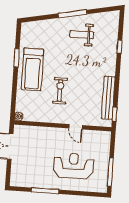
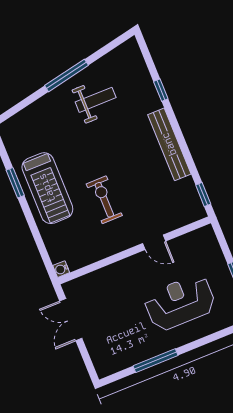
weight bench: (82, 35) -> (96, 100), turned 180
bench: (108, 98) -> (169, 144), moved

